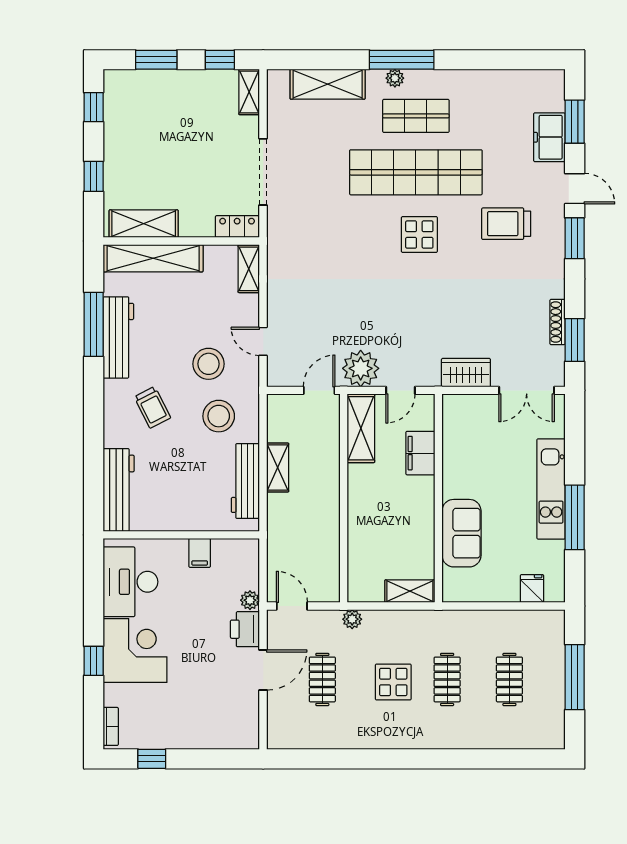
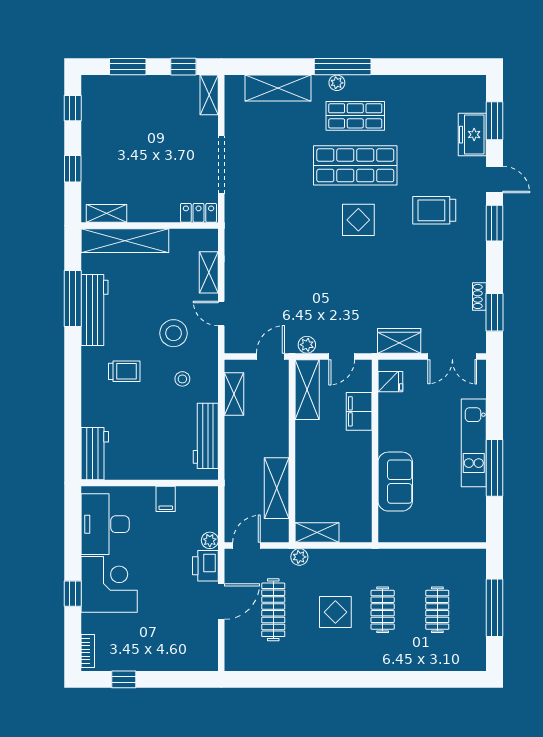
shop shelf: (416, 172) -> (355, 165), width x0.71
shelving: (144, 224) -> (107, 213), width x0.67, depth x0.75
shelving: (249, 269) -> (209, 272), moved
shoe rack: (558, 322) -> (479, 296), width x0.70
plant: (361, 368) -> (307, 345), width x0.53, depth x0.53
trolley: (152, 407) -> (124, 371), turned -63
stool: (219, 416) -> (182, 379), width x0.53, depth x0.53
shelving: (278, 467) -> (234, 394), moved
workbench: (119, 490) -> (95, 454), width x0.73
shelving: (326, 541) -> (277, 488), added
fridge: (532, 588) -> (390, 382), moved, turned 90
shelving: (410, 591) -> (317, 532), moved
door: (292, 606) -> (247, 545), hinge flipped
clothes rail: (322, 679) -> (273, 610), width x1.36

